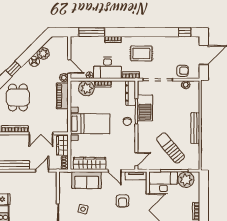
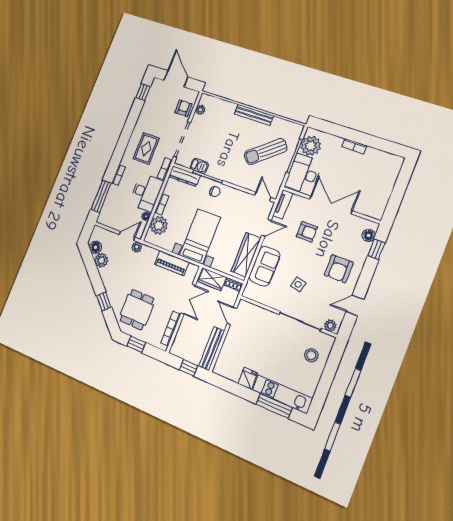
floor lamp: (34, 61) -> (95, 247), moved
piano: (62, 96) -> (172, 263), moved
dining table: (18, 97) -> (137, 310), turned 90
barbecue: (145, 108) -> (199, 166), width x0.53, depth x0.65

